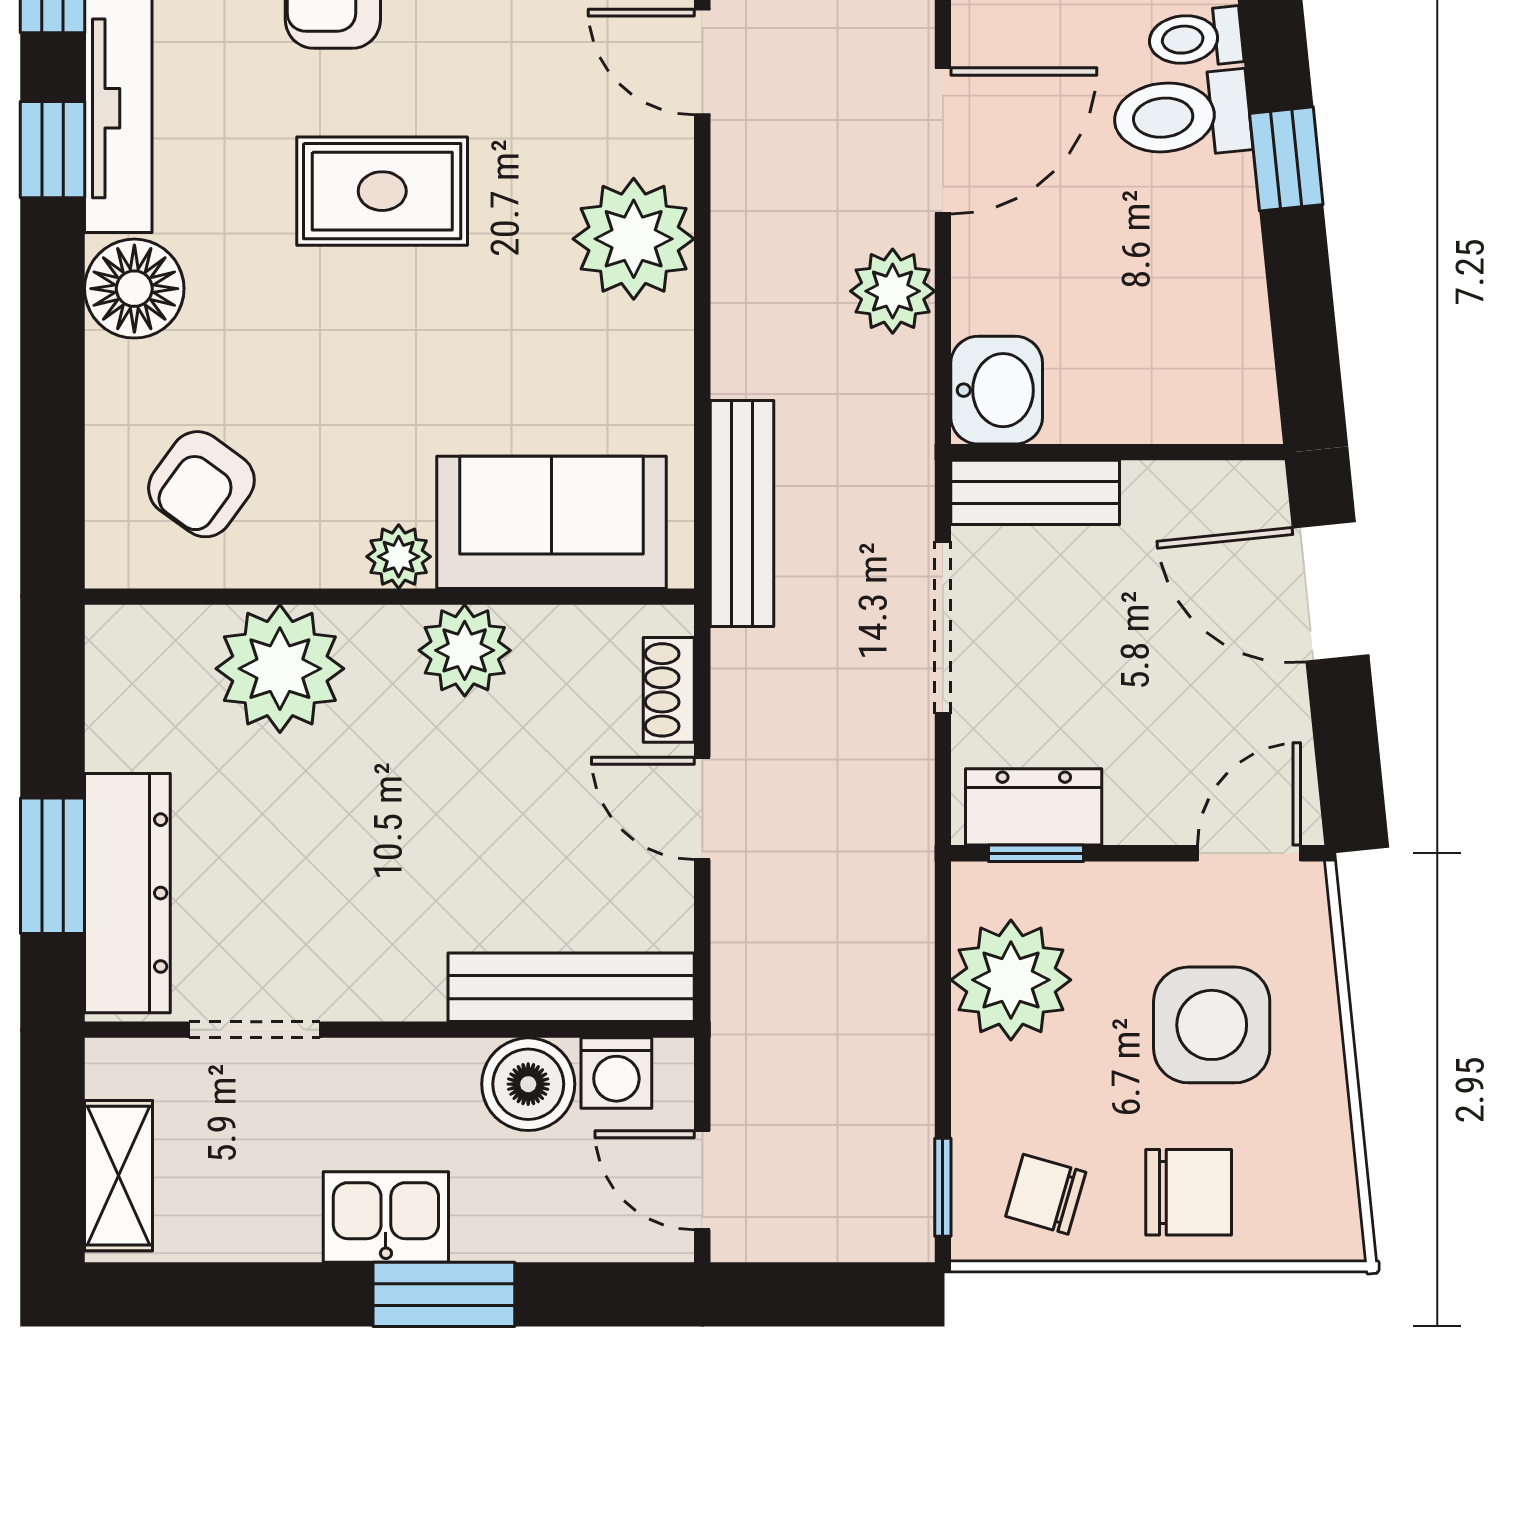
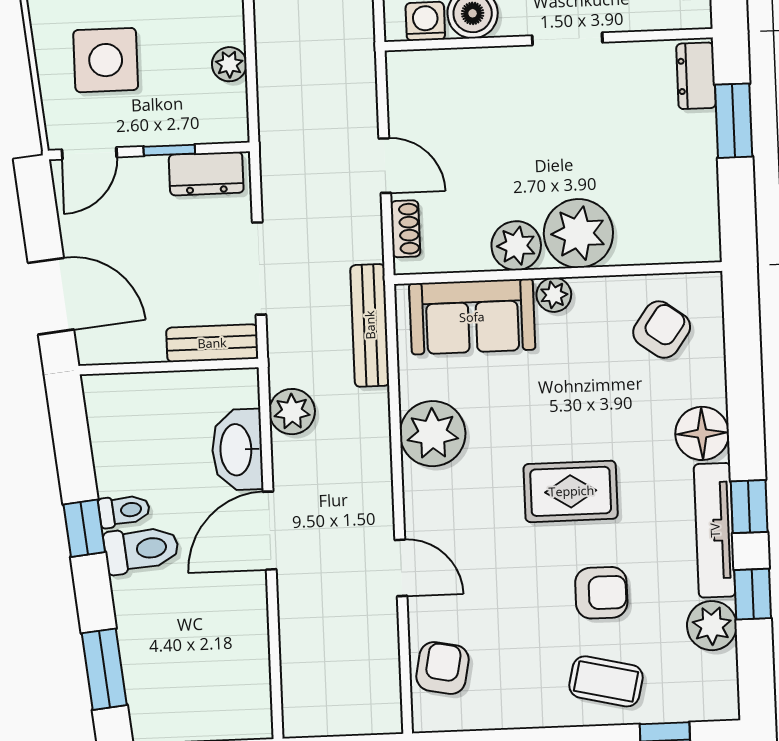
toilet: (1195, 38) -> (124, 511), moved
plant: (634, 239) -> (433, 434), moved
plant: (893, 291) -> (292, 412), moved
washbasin: (997, 390) -> (237, 450), moved, width x1.38
plant: (280, 669) -> (578, 233), moved
window: (1036, 853) -> (169, 150), moved
dresser: (127, 893) -> (696, 76), width x0.51, depth x0.80
plant: (1011, 980) -> (229, 64), width x0.53, depth x0.53
bench: (571, 987) -> (452, 67), removed
doorway: (255, 1030) -> (567, 39), moved

